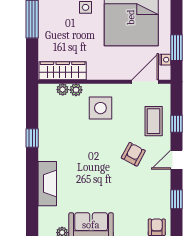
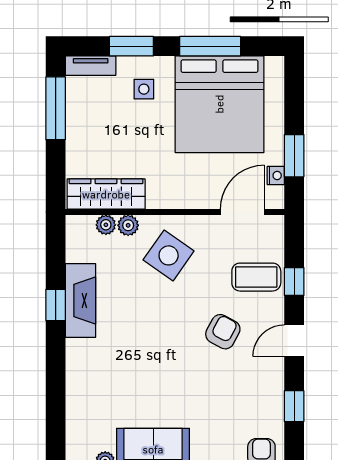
side table: (100, 108) -> (169, 255), turned 35
coffee table: (154, 121) -> (256, 277), turned 90
fireplace: (47, 184) -> (80, 300), moved

